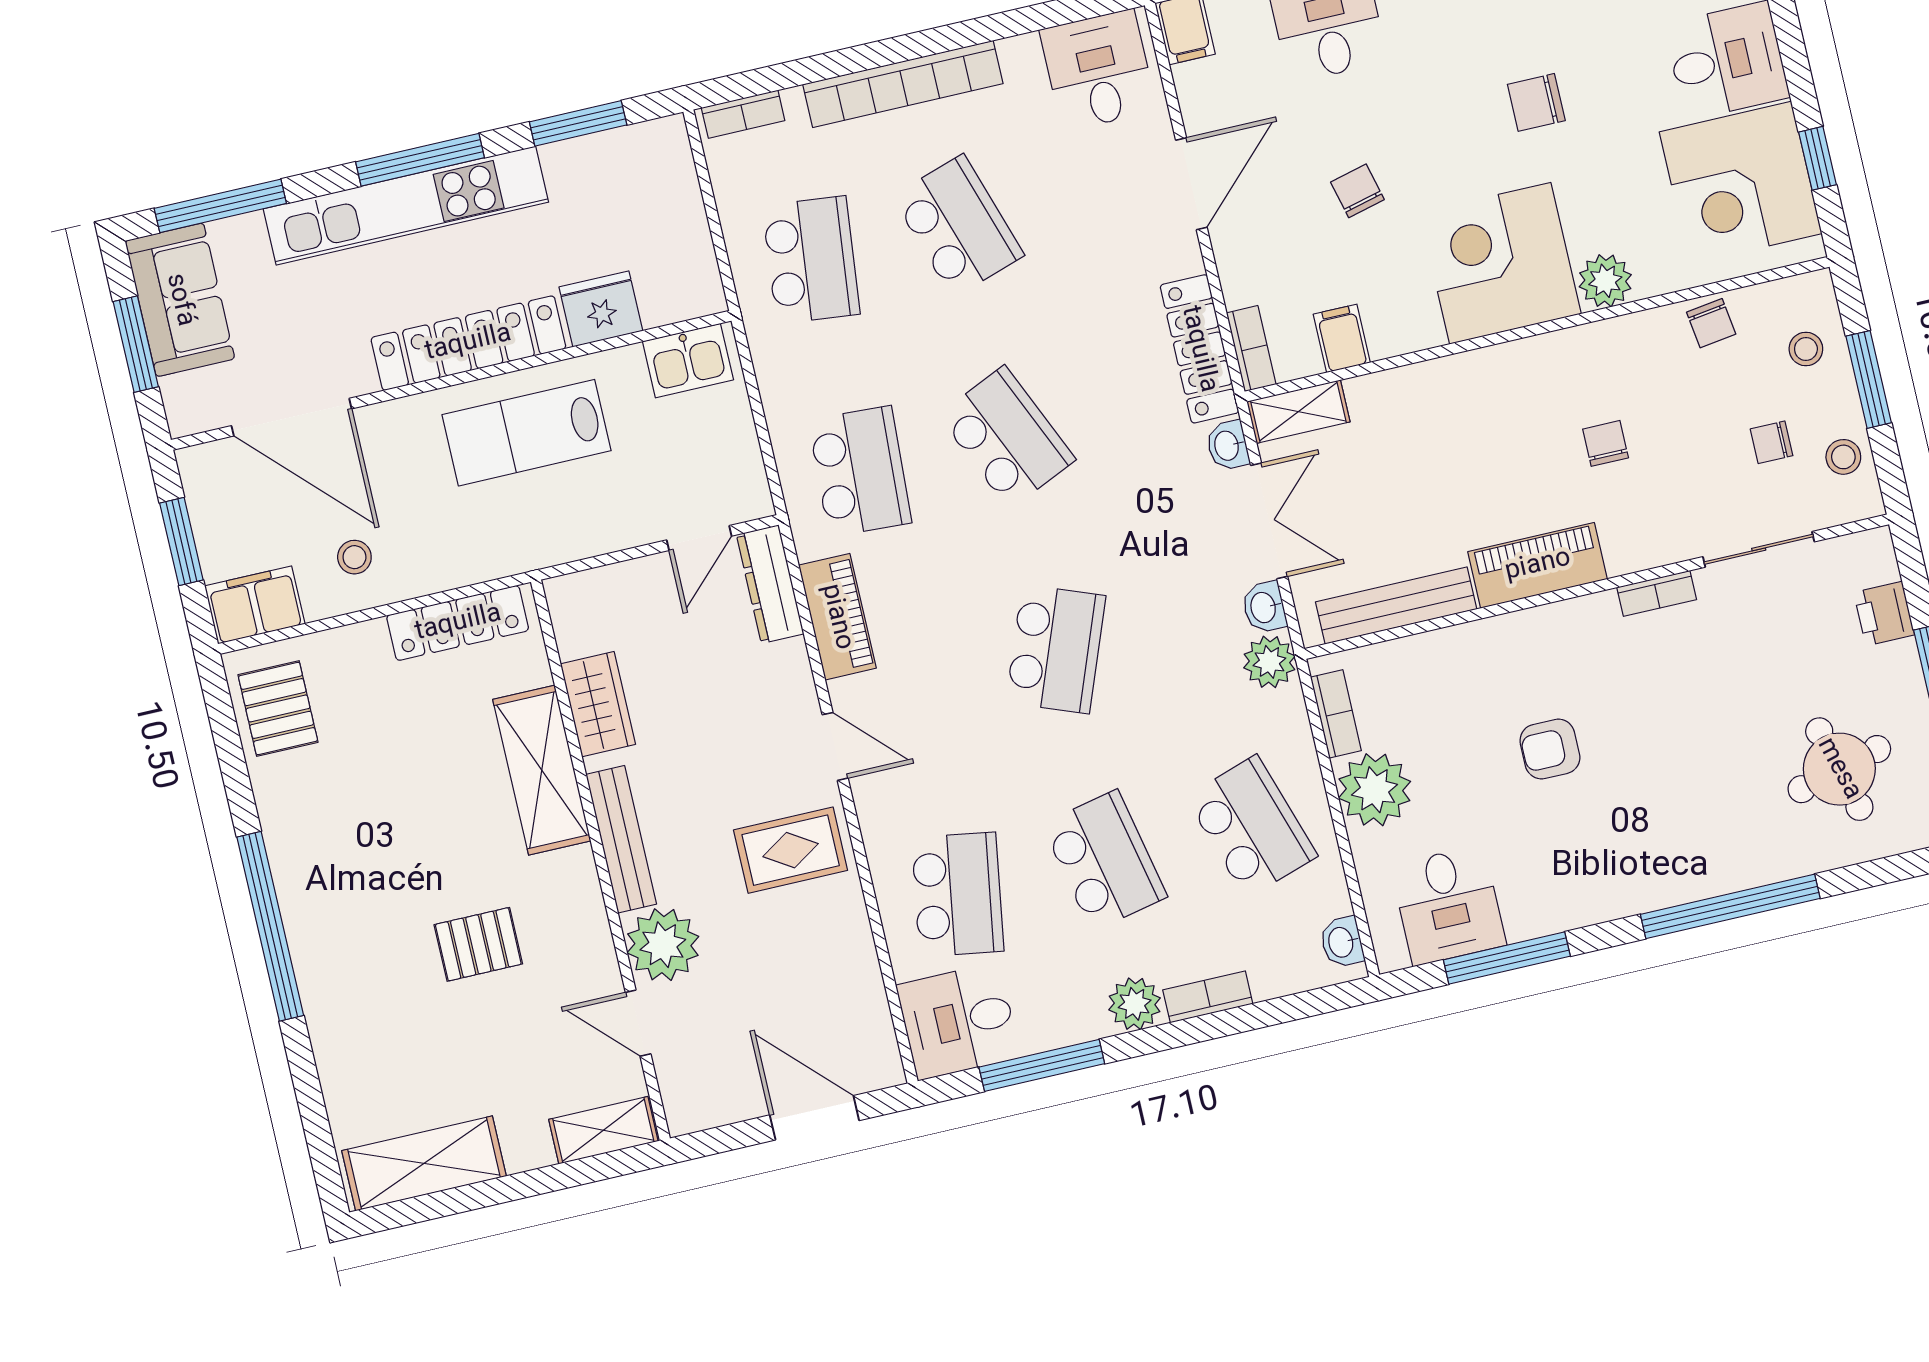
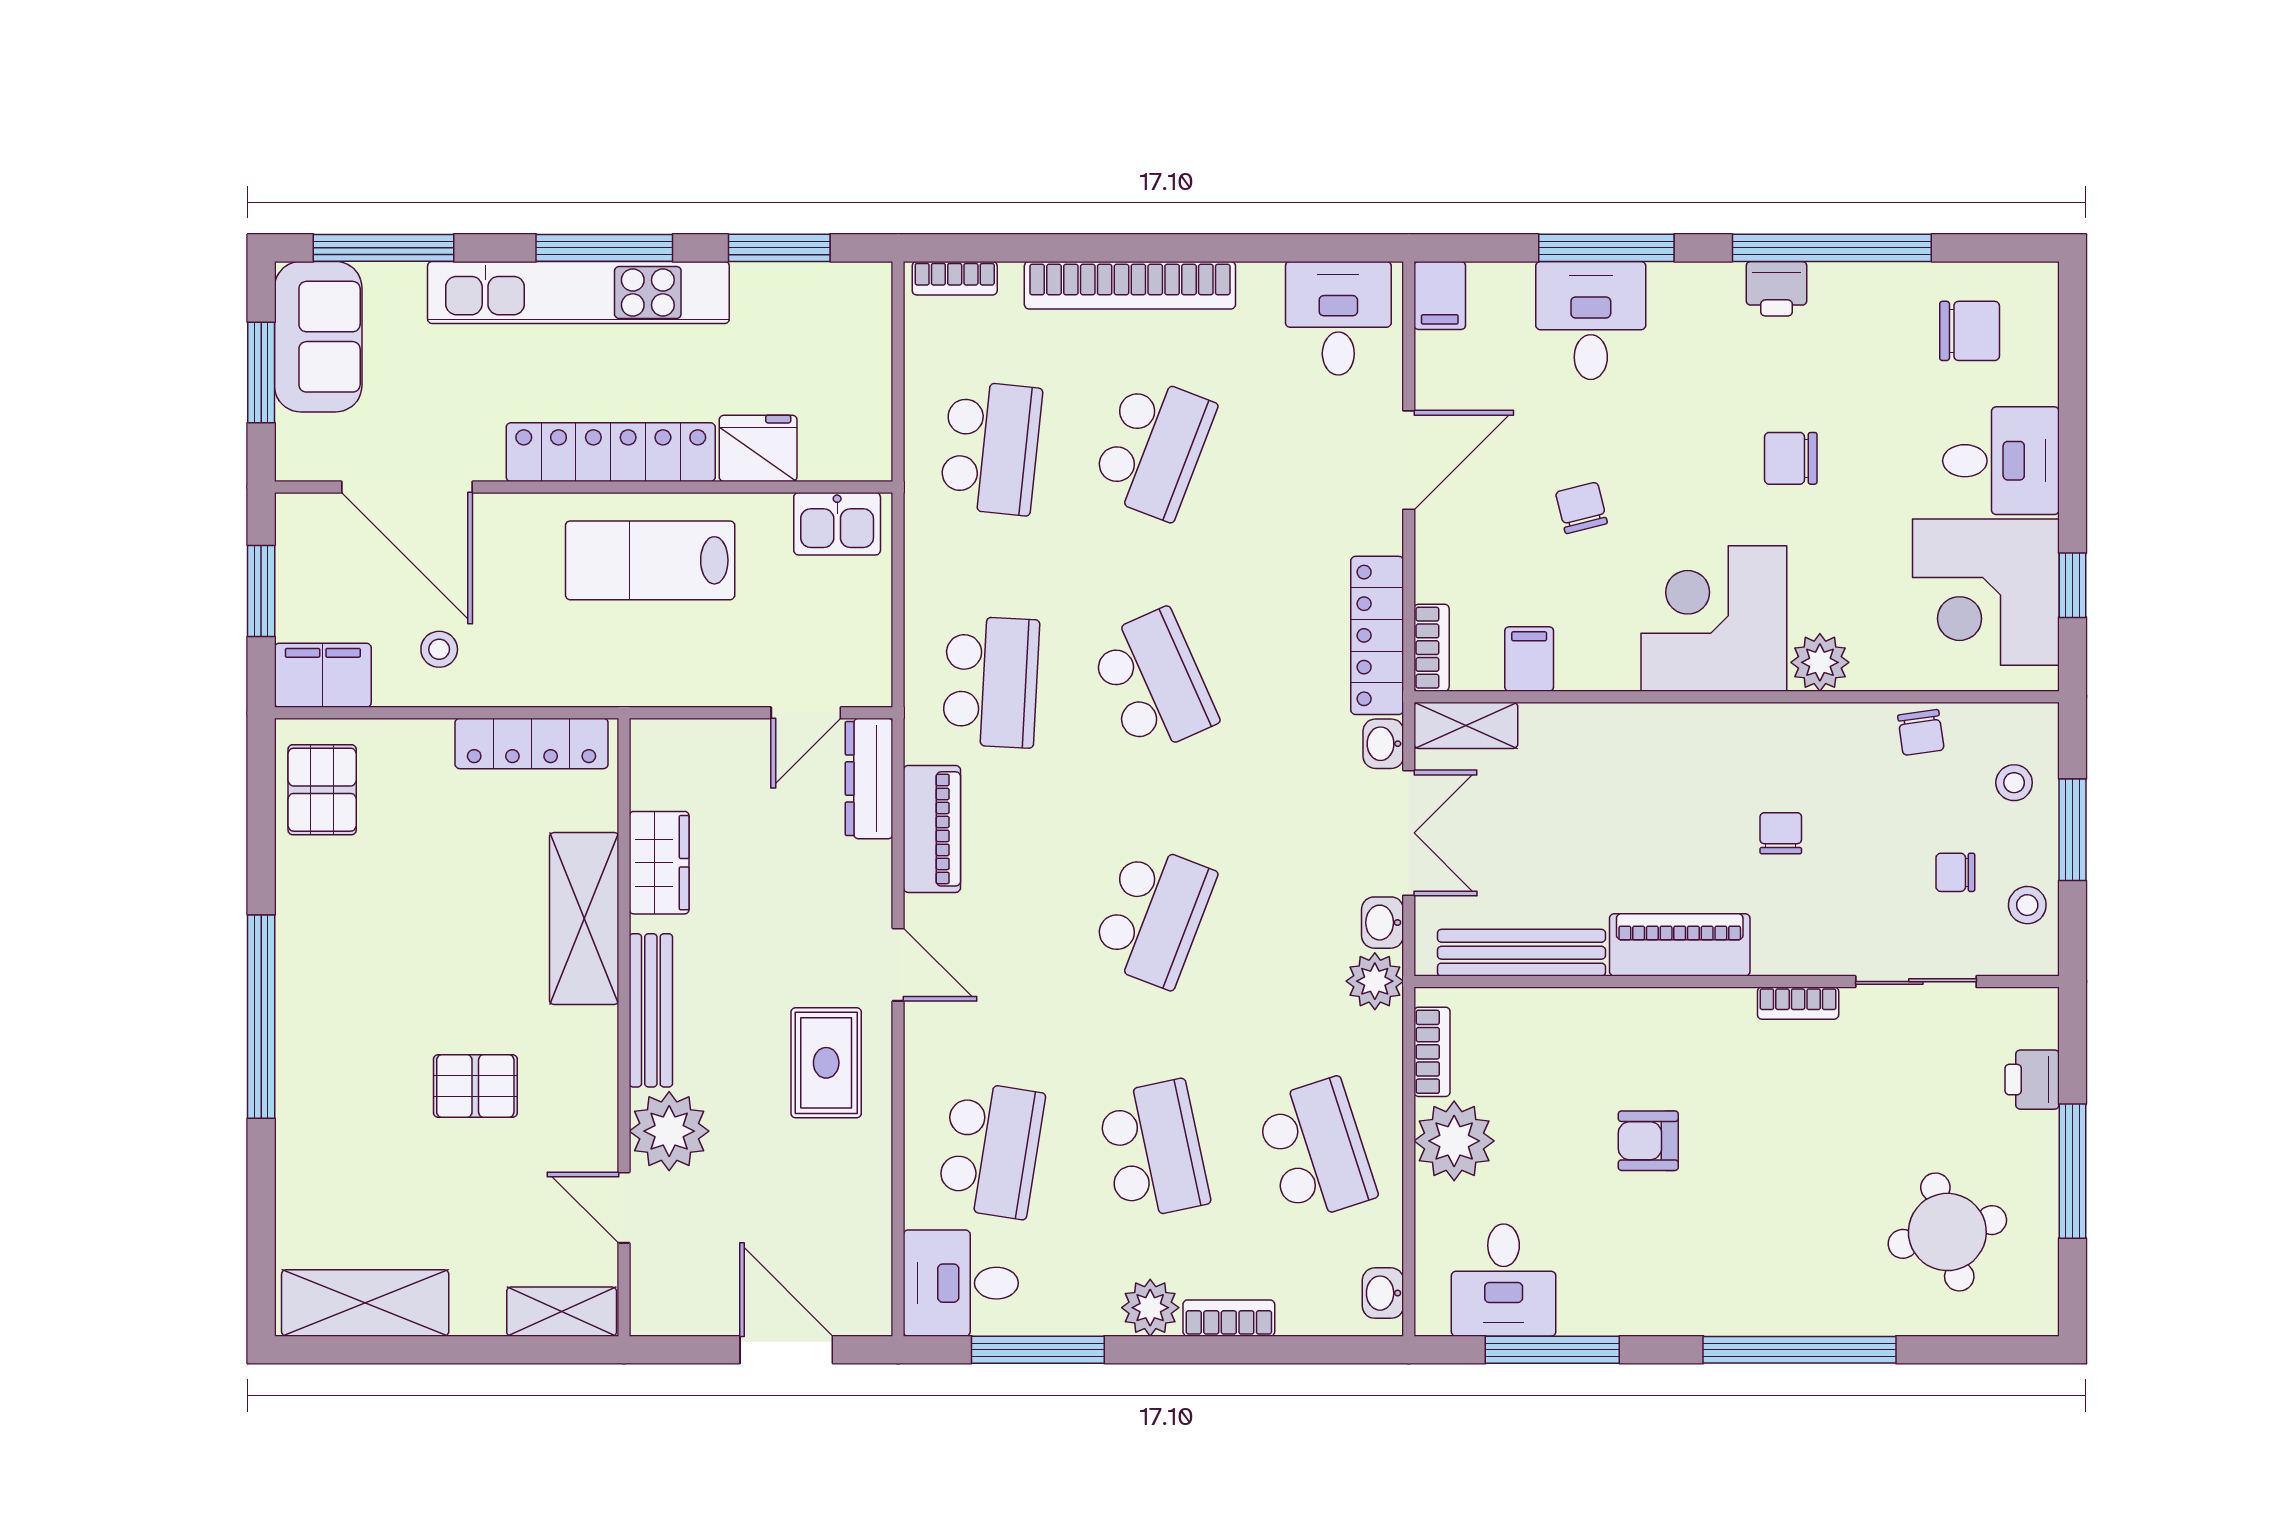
school desk: (958, 226) -> (1153, 448), turned 39
rug: (791, 850) -> (826, 1063), turned 90

